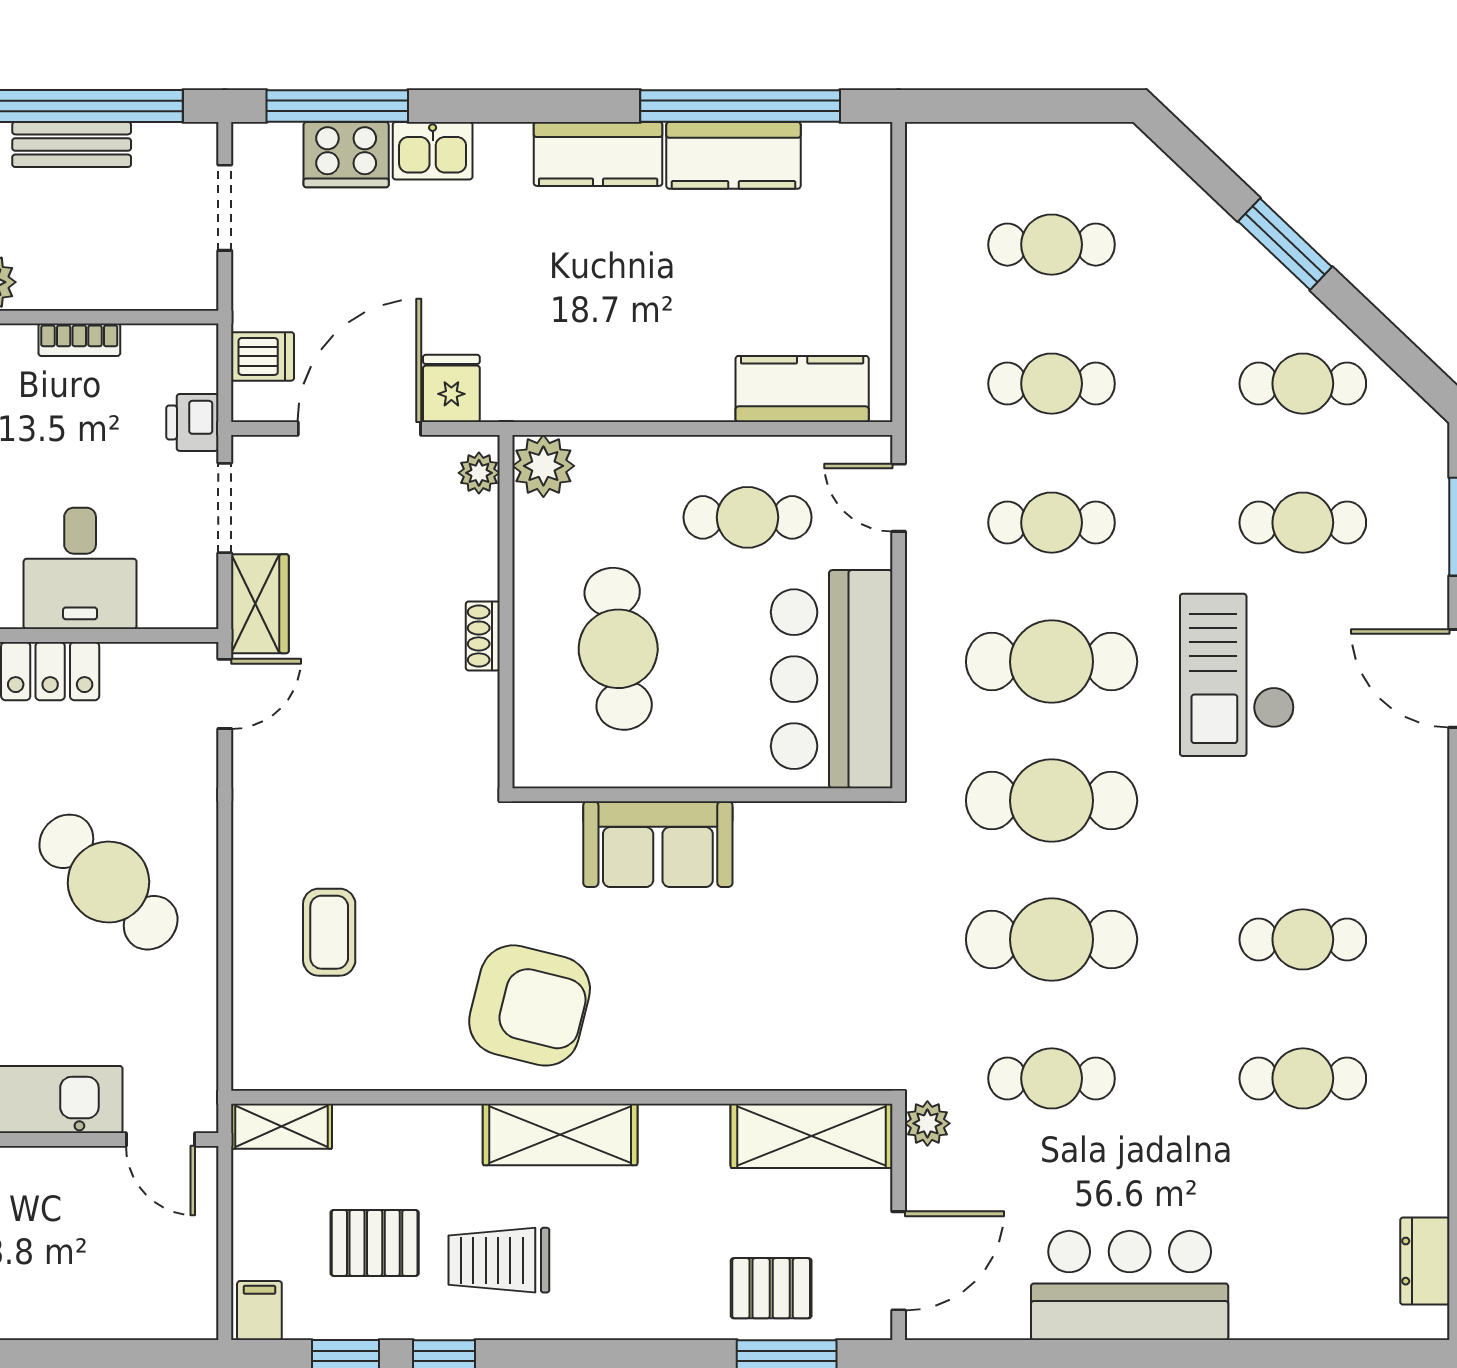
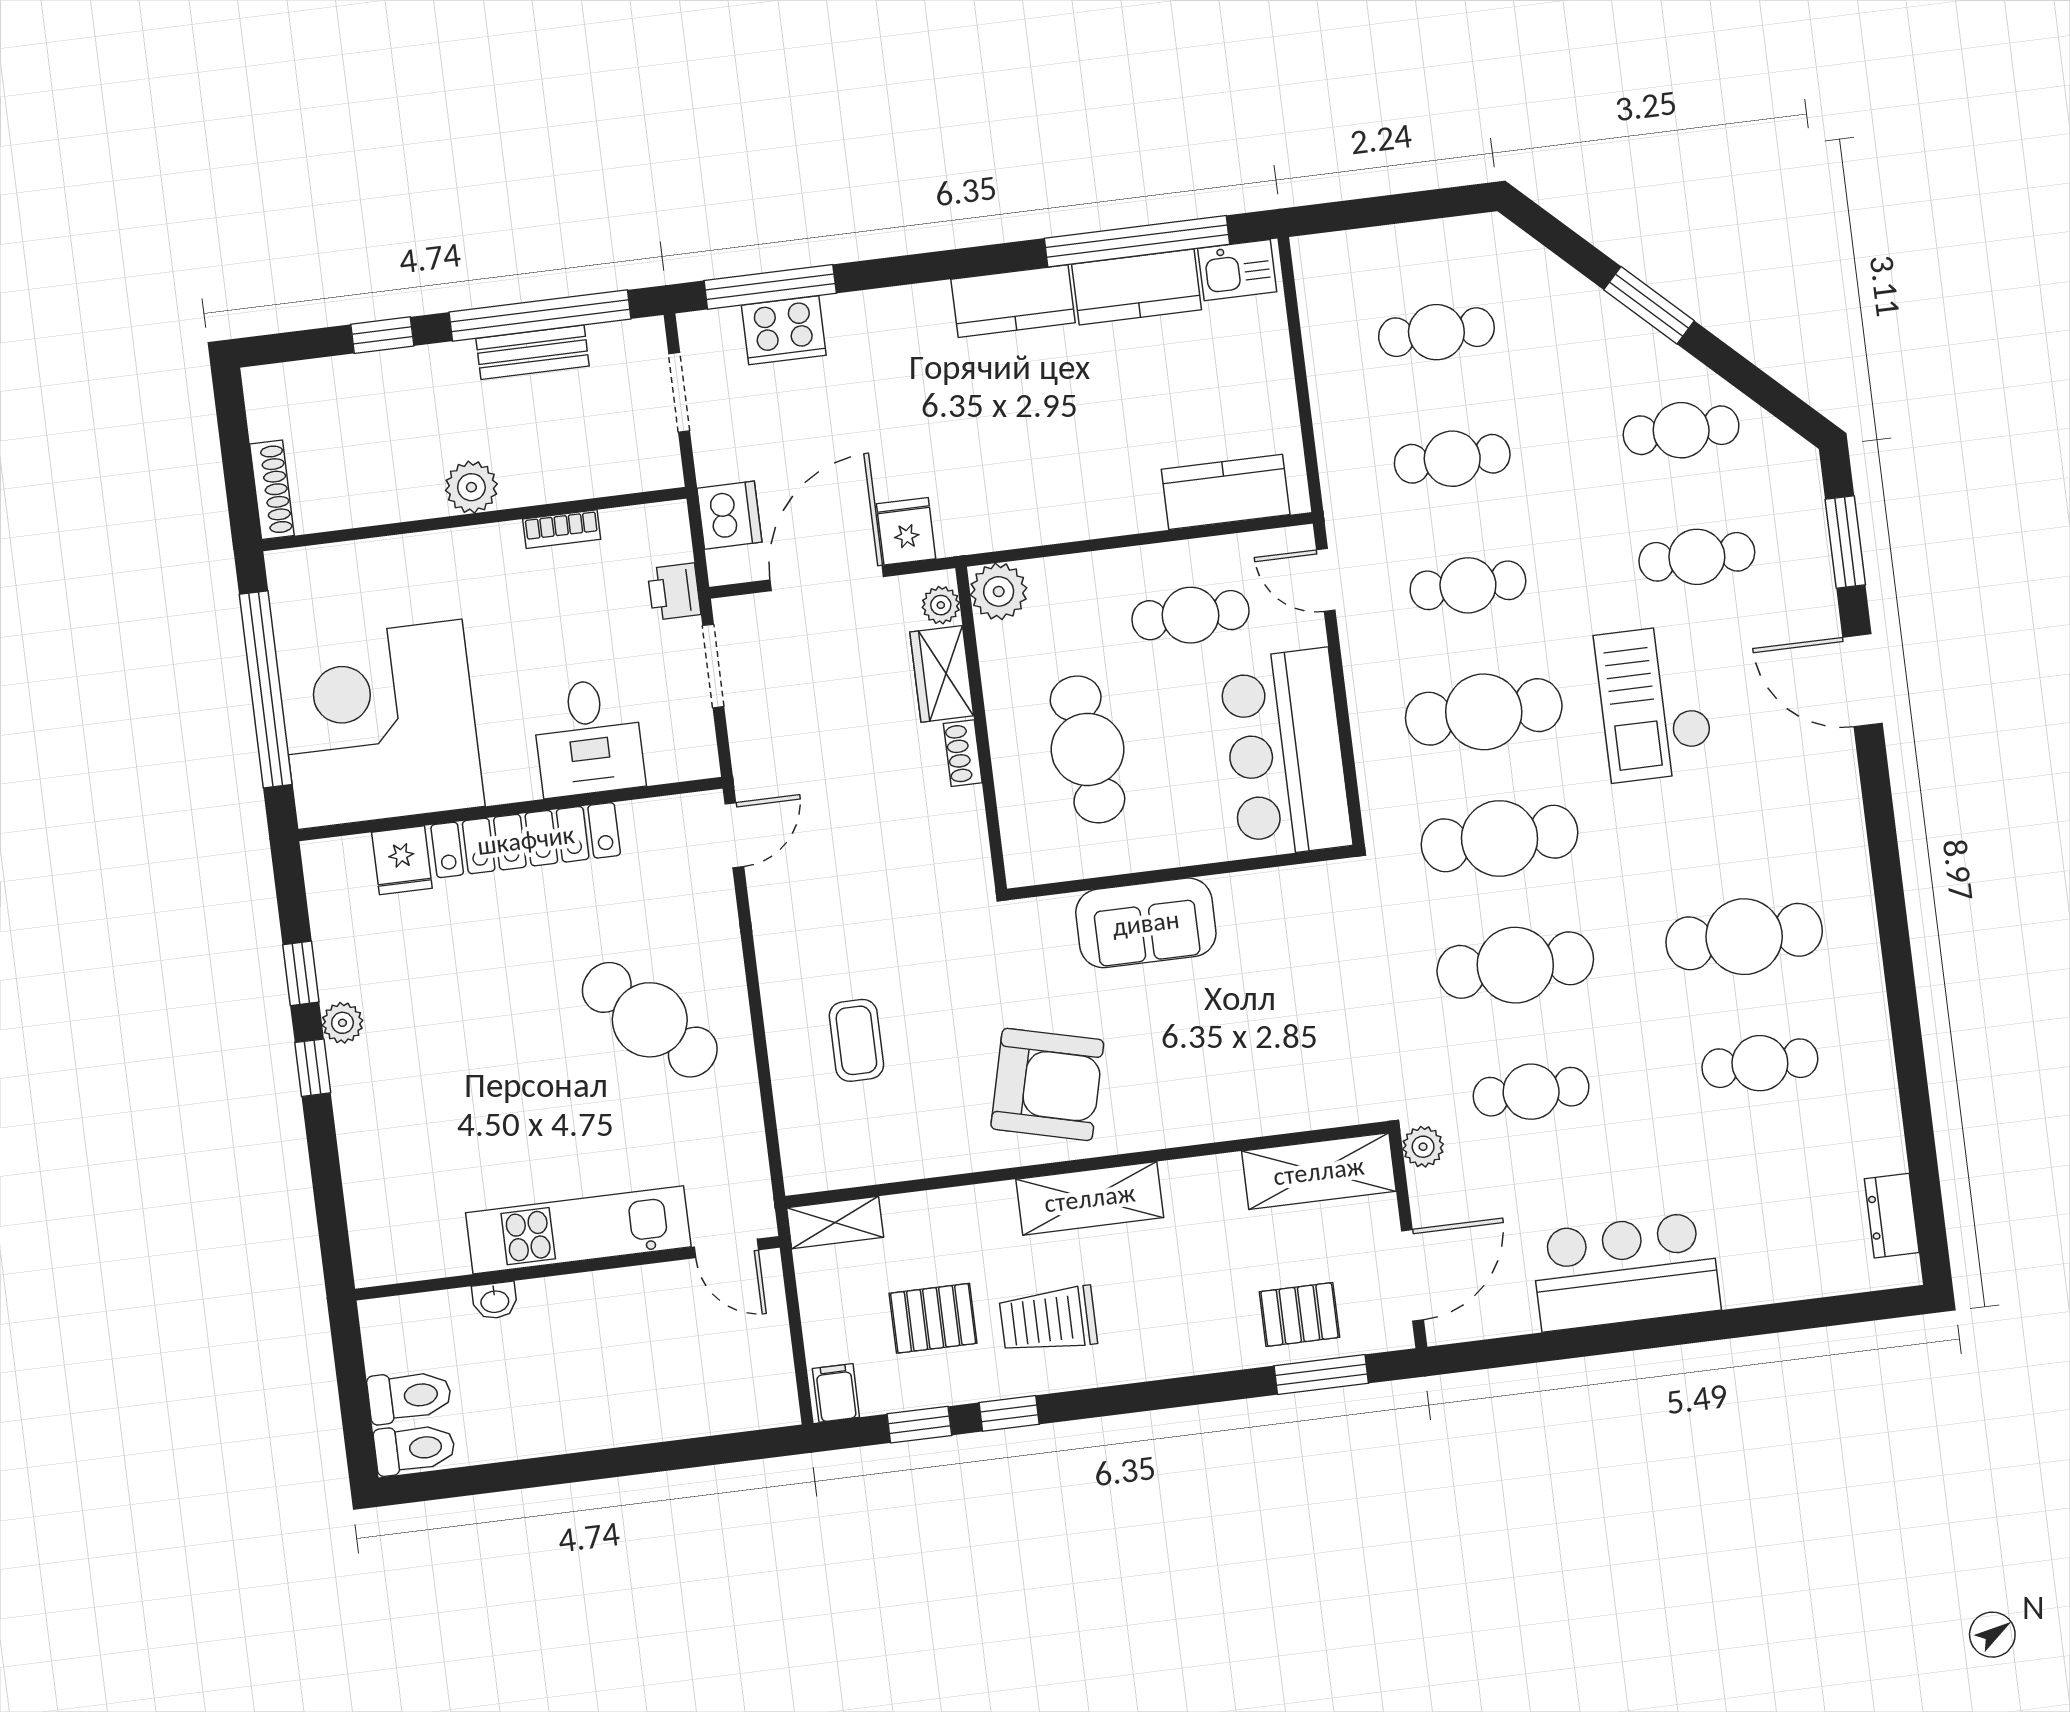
kitchen sink: (433, 151) -> (1237, 270), moved
dishwasher: (263, 356) -> (729, 515), width x1.38
wardrobe: (260, 604) -> (942, 674), moved, turned 180
cafe table: (1303, 939) -> (1744, 937), width x1.37, depth x1.35

